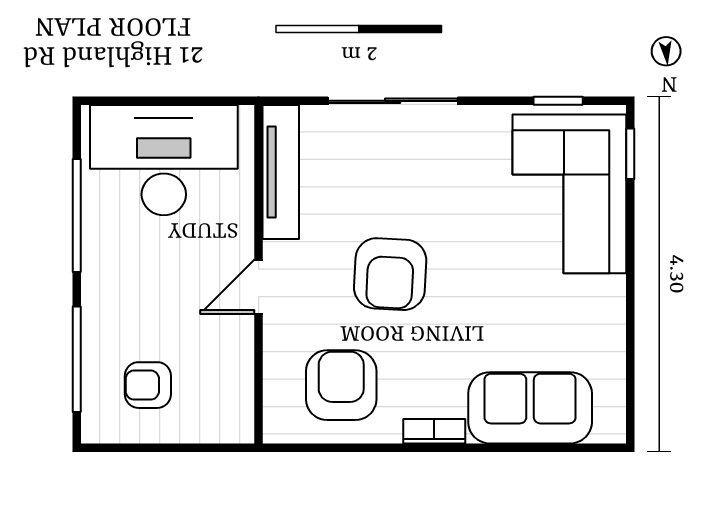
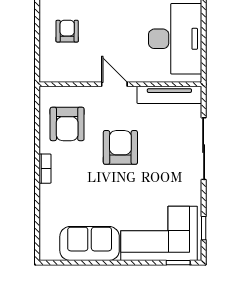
armchair: (390, 274) -> (120, 147), turned 87
armchair: (341, 385) -> (67, 124), turned 90
sofa: (530, 408) -> (90, 243), moved, turned -90

